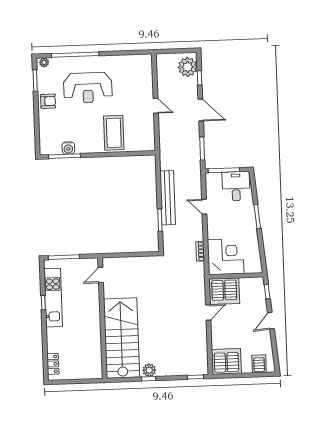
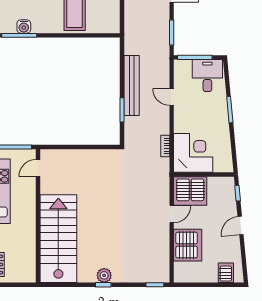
door: (101, 275) -> (38, 168), moved
wall: (102, 318) -> (38, 216), moved
stairs: (122, 338) -> (58, 239), moved
server rack: (226, 361) -> (188, 245), moved, turned 90

